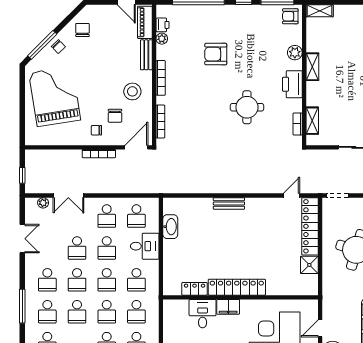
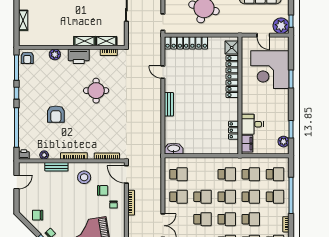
shelving: (320, 11) -> (23, 20), moved
piano: (145, 22) -> (32, 168), removed
printer: (162, 25) -> (24, 155), moved
shelving: (312, 67) -> (85, 41), moved
door: (291, 195) -> (163, 72), moved
washbasin: (170, 227) -> (174, 149), moved
desk: (145, 246) -> (201, 168), removed
shower: (309, 265) -> (232, 48), moved
locker: (237, 287) -> (232, 77), moved
filing cabinet: (228, 307) -> (247, 144), moved

